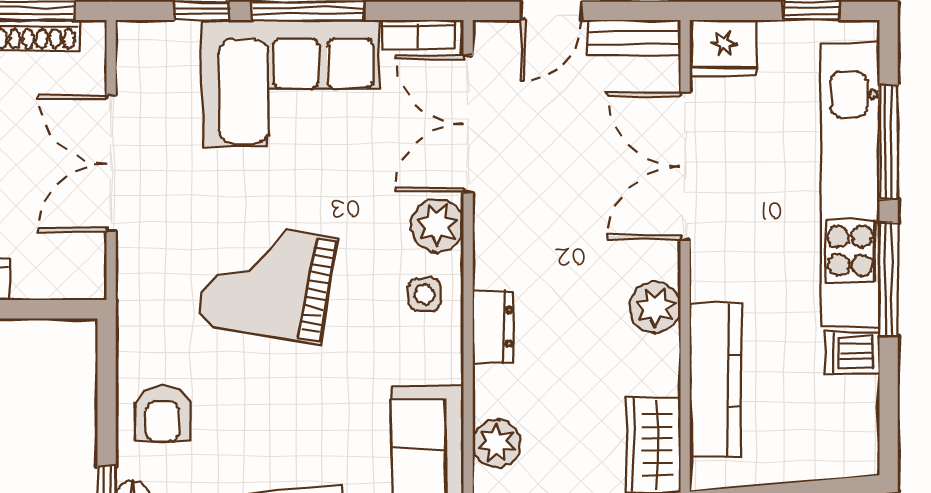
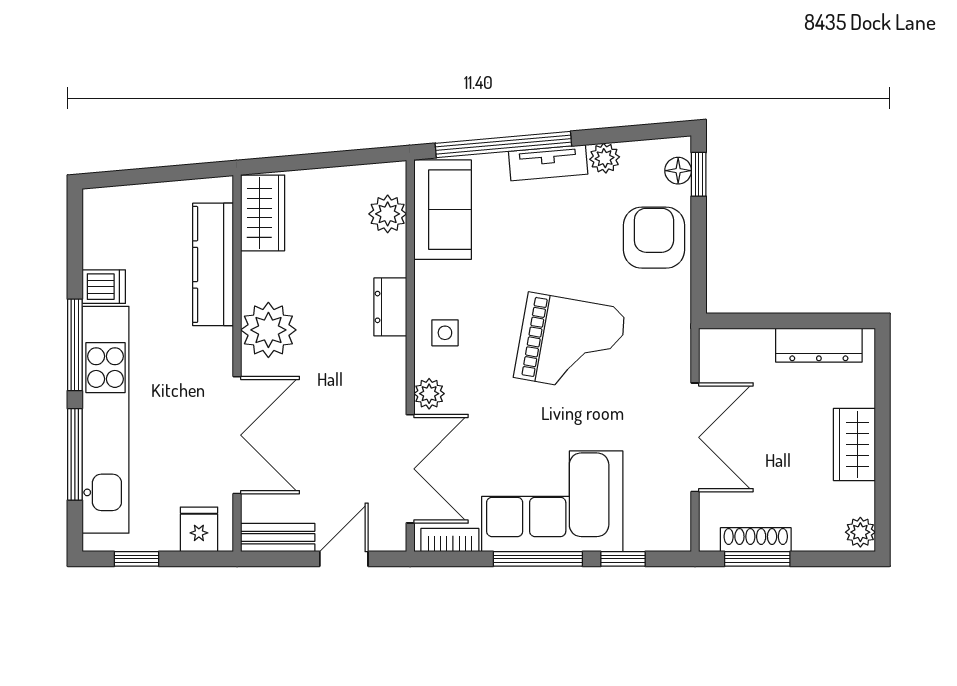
fridge: (724, 48) -> (199, 529), width x0.72
plant: (437, 225) -> (429, 394), width x0.73, depth x0.73
plant: (655, 307) -> (268, 330), width x1.36, depth x1.36
armchair: (163, 414) -> (654, 238), width x1.38, depth x1.38

